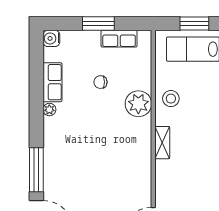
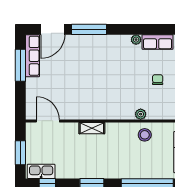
plant: (138, 104) -> (141, 114), width x0.53, depth x0.53
shelving: (162, 143) -> (92, 128), moved

